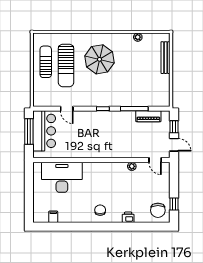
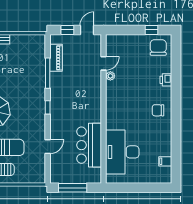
bar counter: (44, 131) -> (89, 145), moved, turned -90
door: (155, 160) -> (104, 63), moved
chair: (158, 210) -> (158, 48), turned -90

